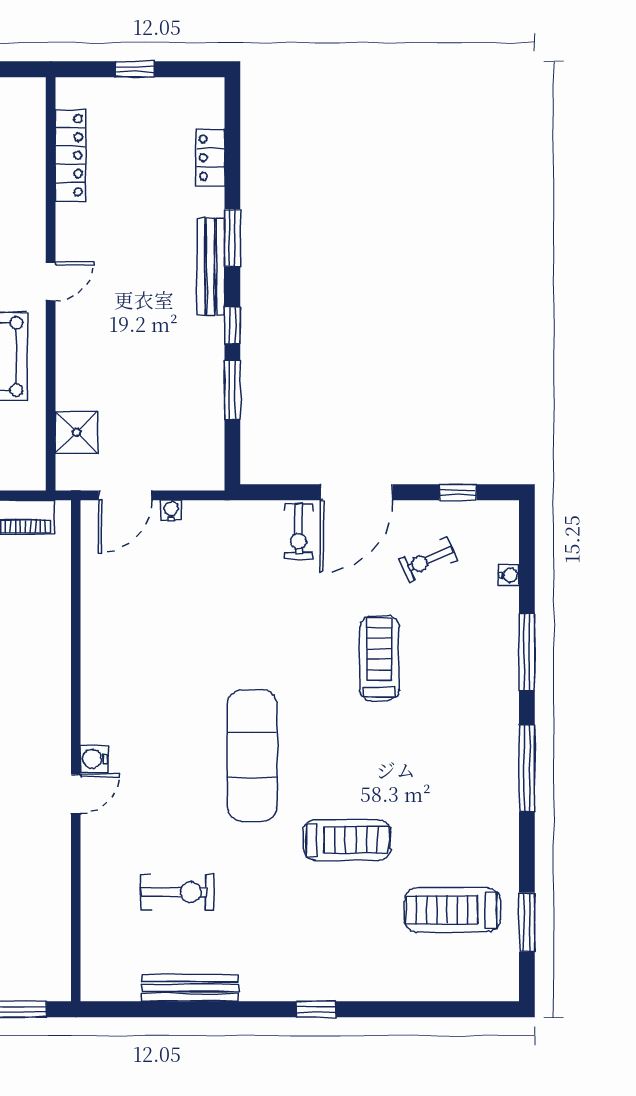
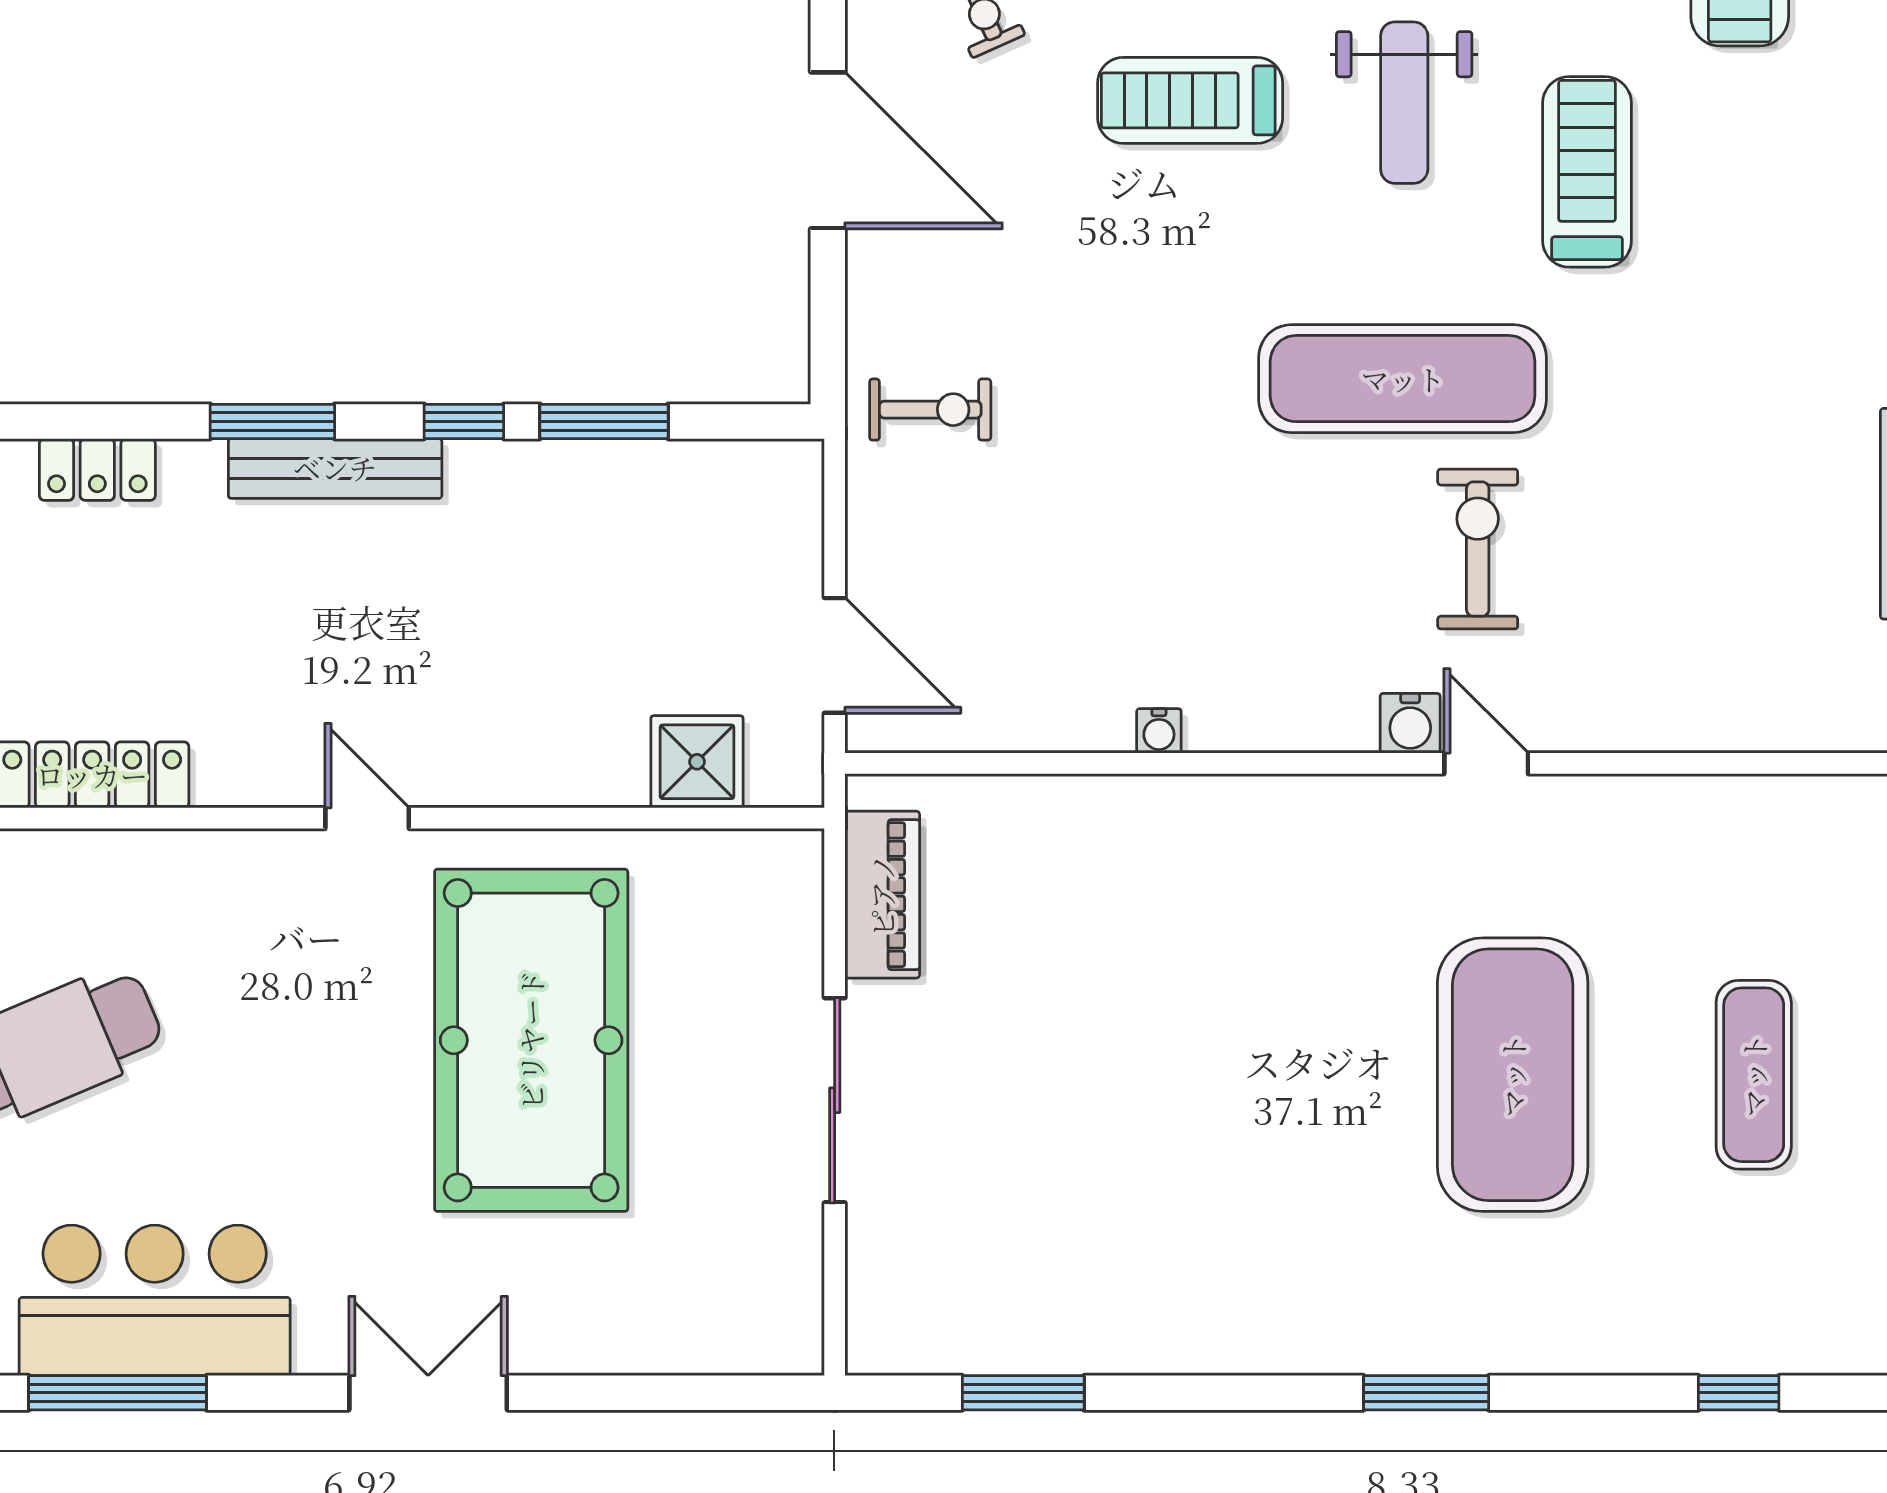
water cooler: (171, 510) -> (1159, 731), moved, turned -90
exercise bike: (298, 531) -> (930, 410), moved
weight bench: (378, 756) -> (1404, 103), added
exercise bike: (178, 892) -> (1478, 549), moved

